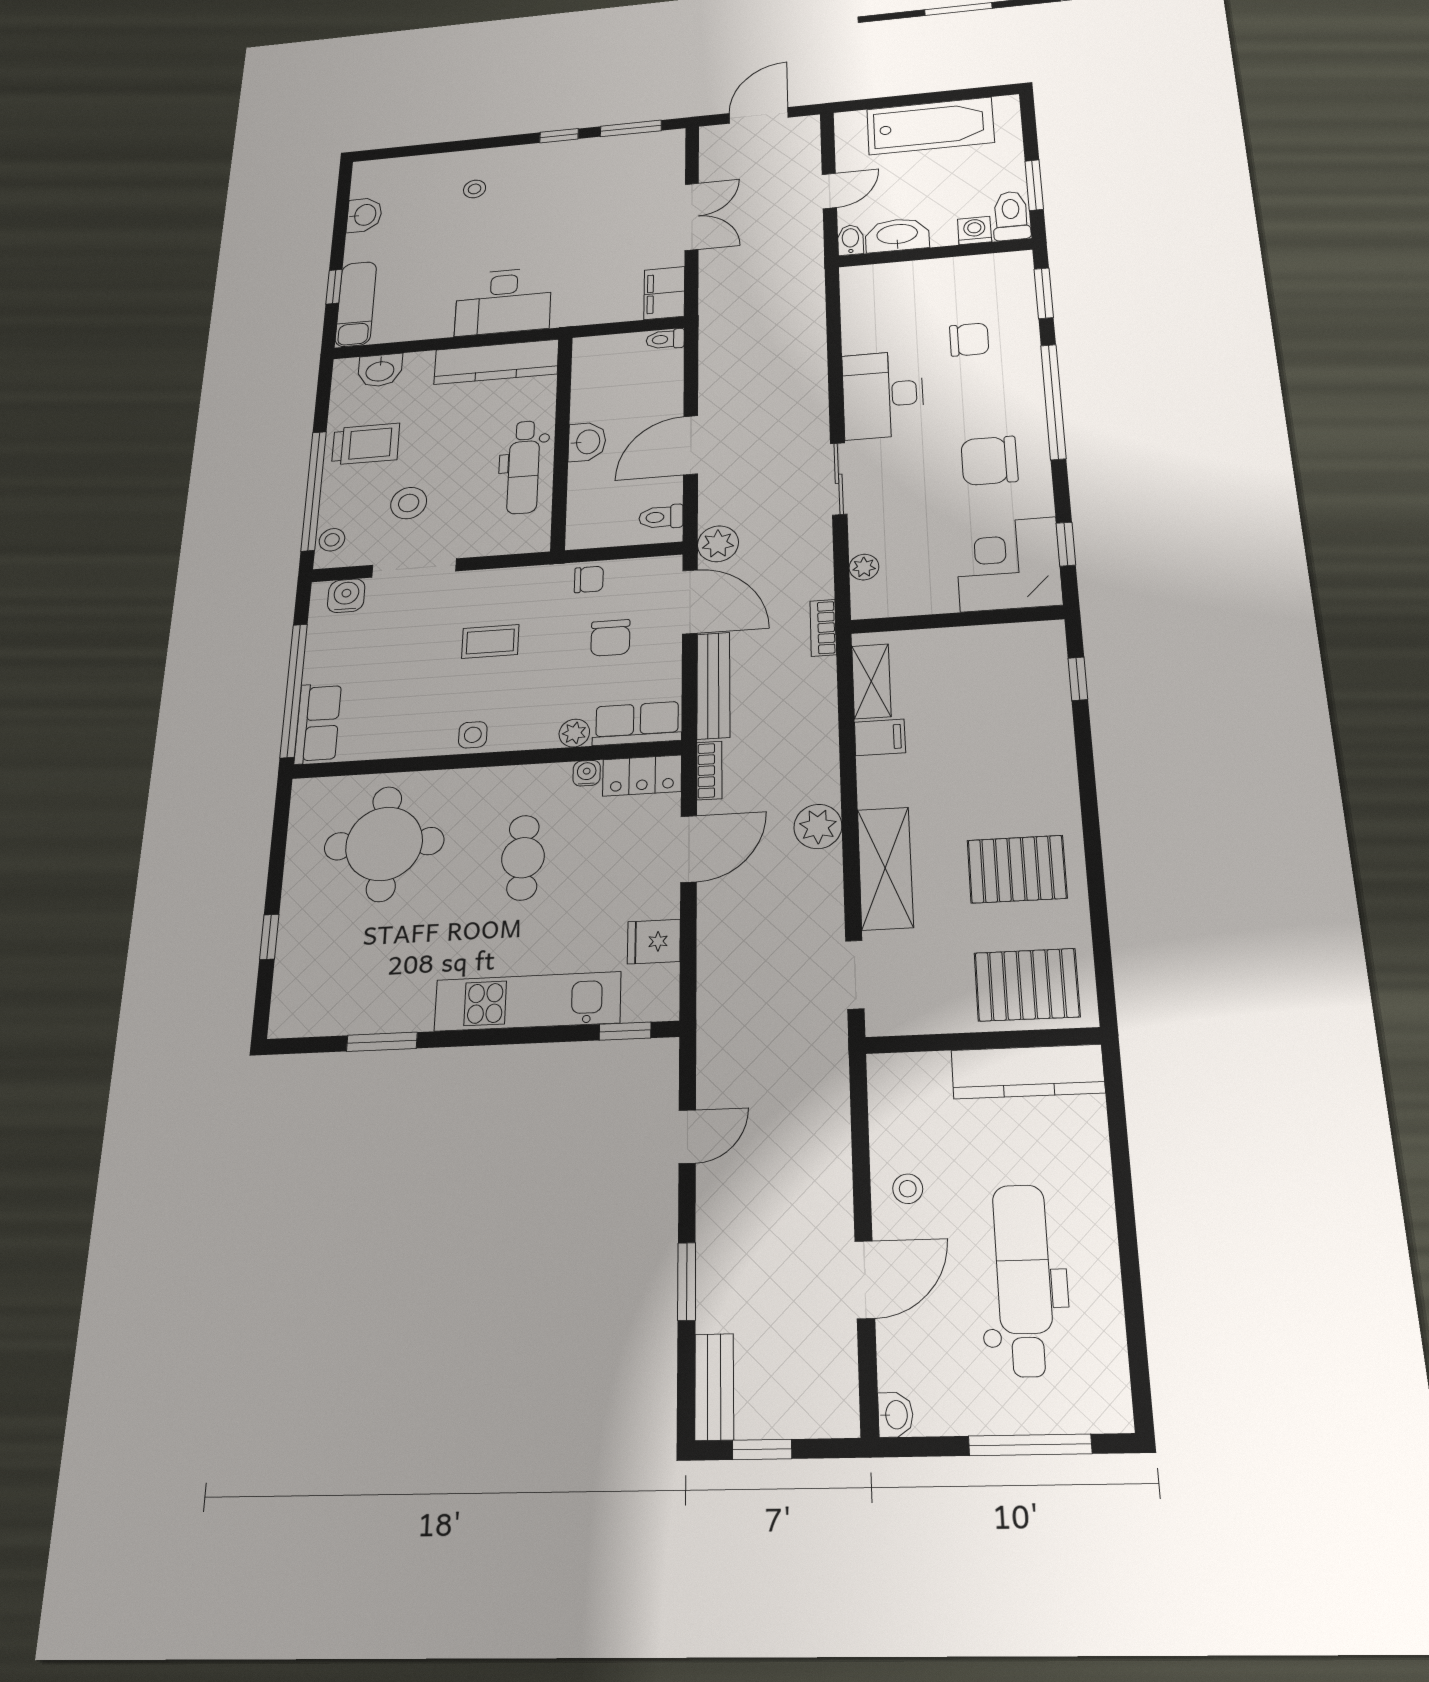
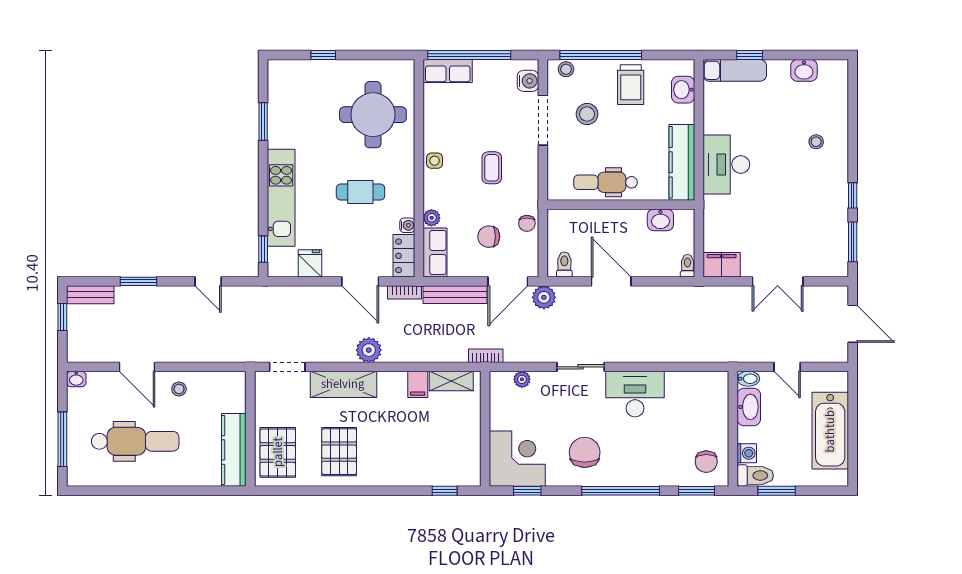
chair: (969, 340) -> (706, 462), moved
washbasin: (587, 442) -> (660, 220), moved

